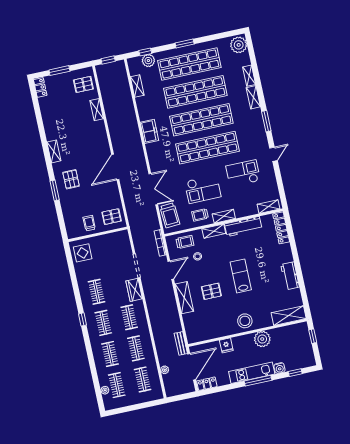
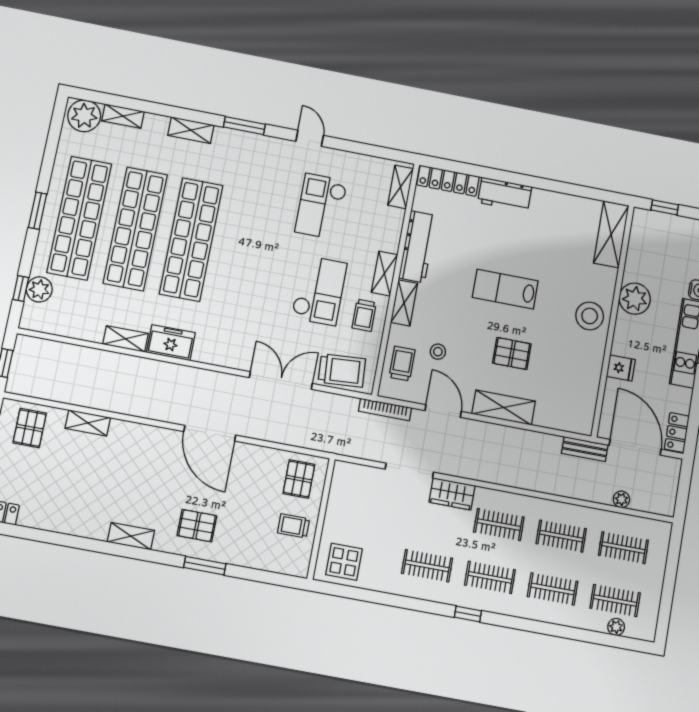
shelving: (249, 76) -> (123, 116), moved
shelving: (137, 86) -> (125, 339), moved
shop shelf: (207, 148) -> (247, 250), removed
workbench: (290, 276) -> (505, 195), moved
pallet: (211, 291) -> (512, 354), turned 90

